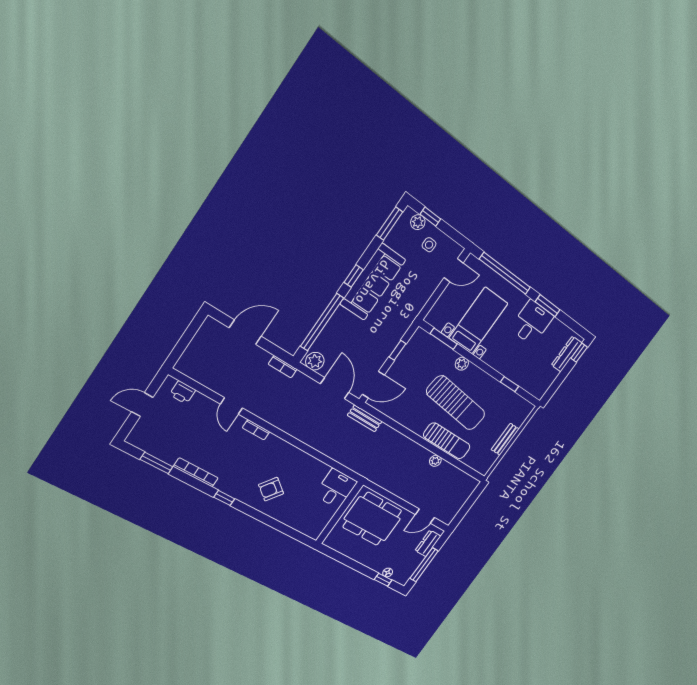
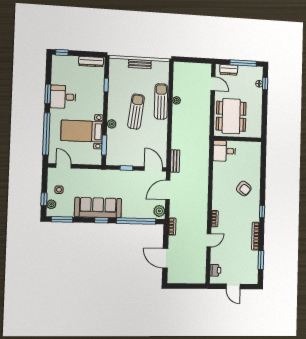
dresser: (567, 354) -> (91, 62), moved
sun lounger: (456, 403) -> (136, 112), width x0.73, depth x0.75

